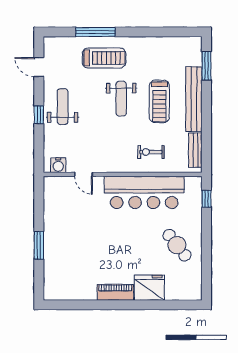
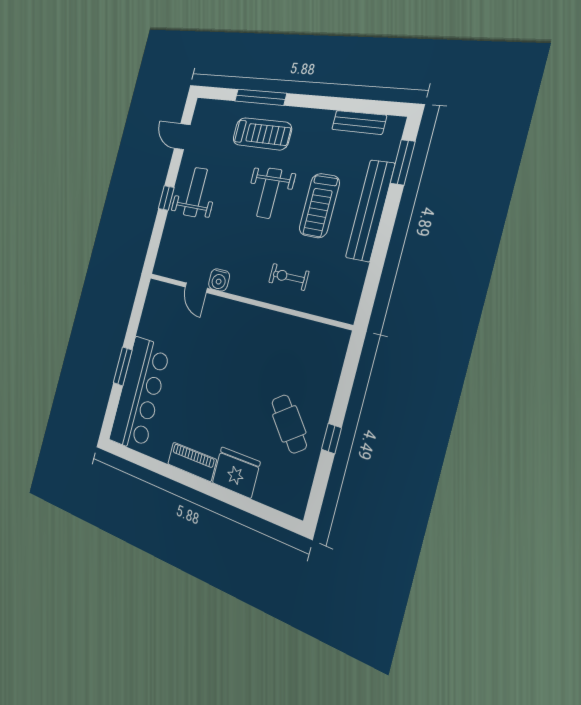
bench: (195, 150) -> (359, 122), moved, turned 90
water cooler: (58, 165) -> (219, 280), moved
bar counter: (144, 192) -> (140, 394), moved, turned -90
window: (206, 199) -> (331, 439), moved

